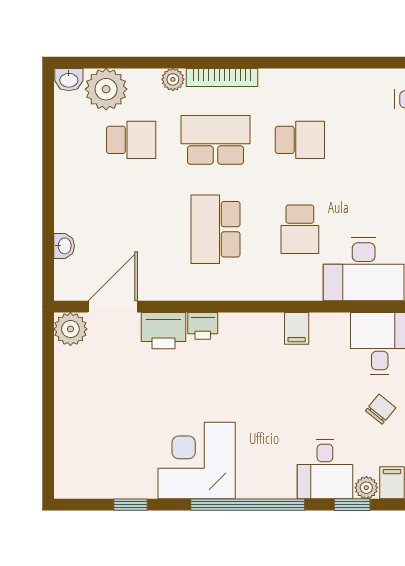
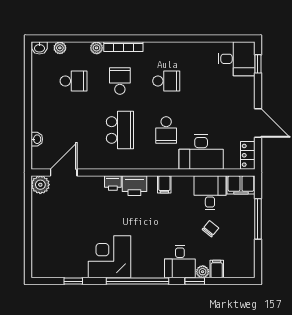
plant: (106, 89) -> (60, 48), width x0.53, depth x0.53
school desk: (215, 140) -> (120, 81), width x0.54
school desk: (215, 229) -> (120, 130), turned 180
printer: (163, 331) -> (134, 186), moved

